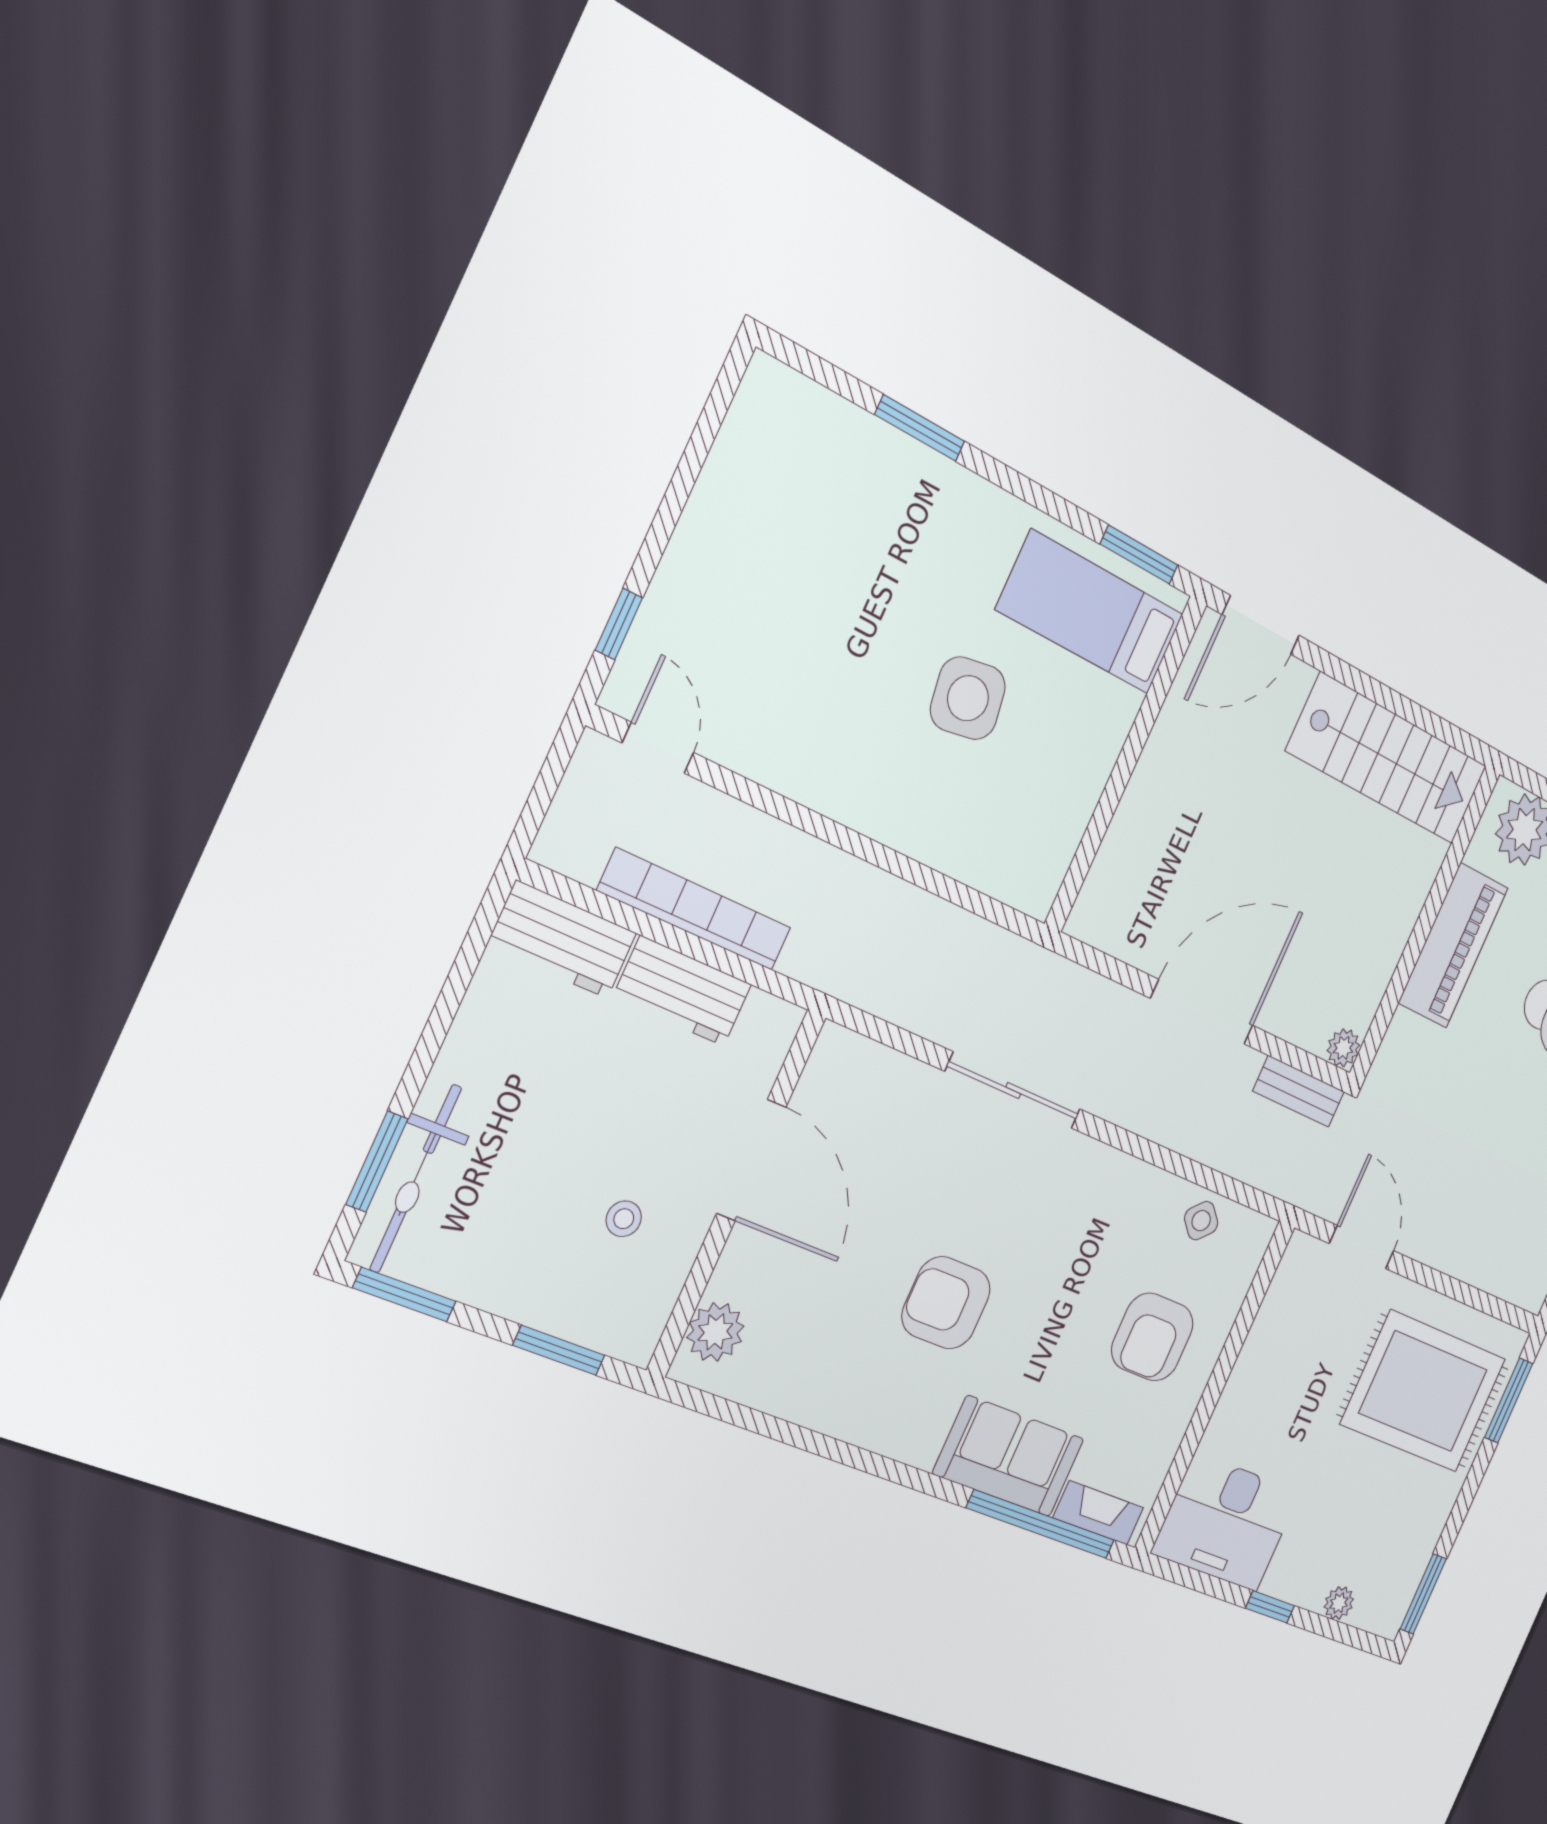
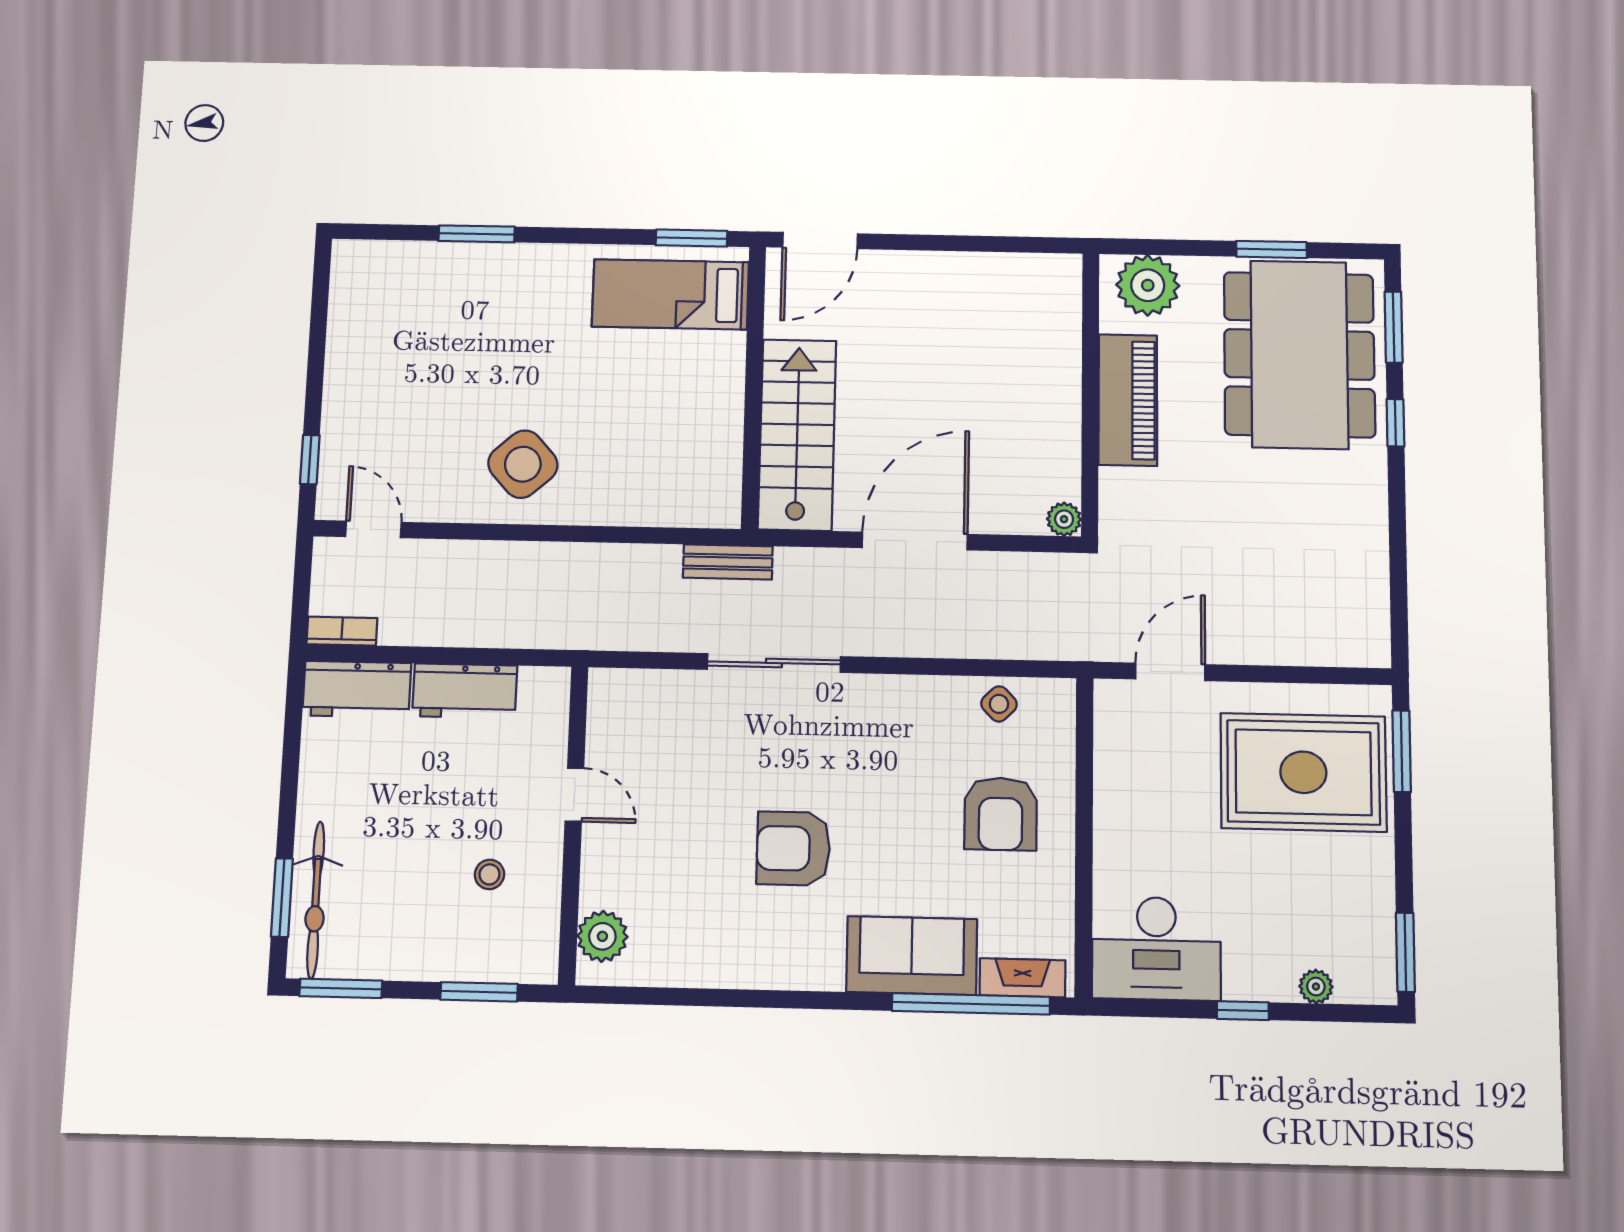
side table: (968, 698) -> (523, 464), moved, turned -33
stairs: (1387, 759) -> (797, 435), moved, turned -90
bookcase: (695, 909) -> (342, 631), moved, width x0.43, depth x0.76
bench: (1299, 1091) -> (728, 562), moved
door: (751, 1160) -> (574, 795), width x0.53
door: (1362, 1247) -> (1170, 672), hinge flipped

